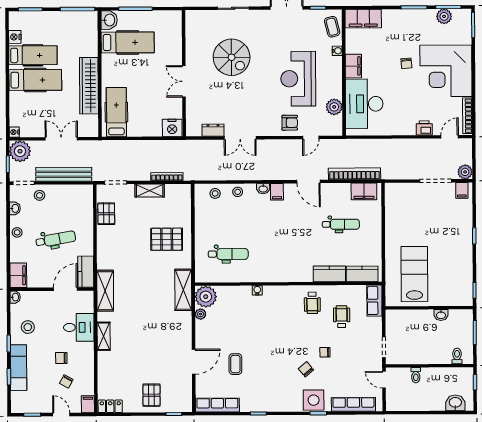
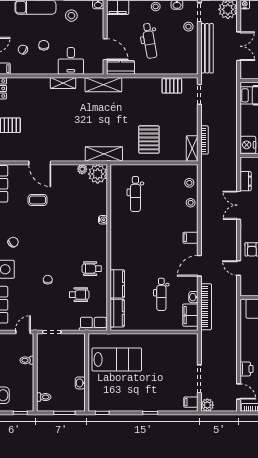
washbasin: (263, 189) -> (193, 297), moved
shelving: (150, 191) -> (192, 149), moved
chair: (306, 369) -> (13, 242), moved

